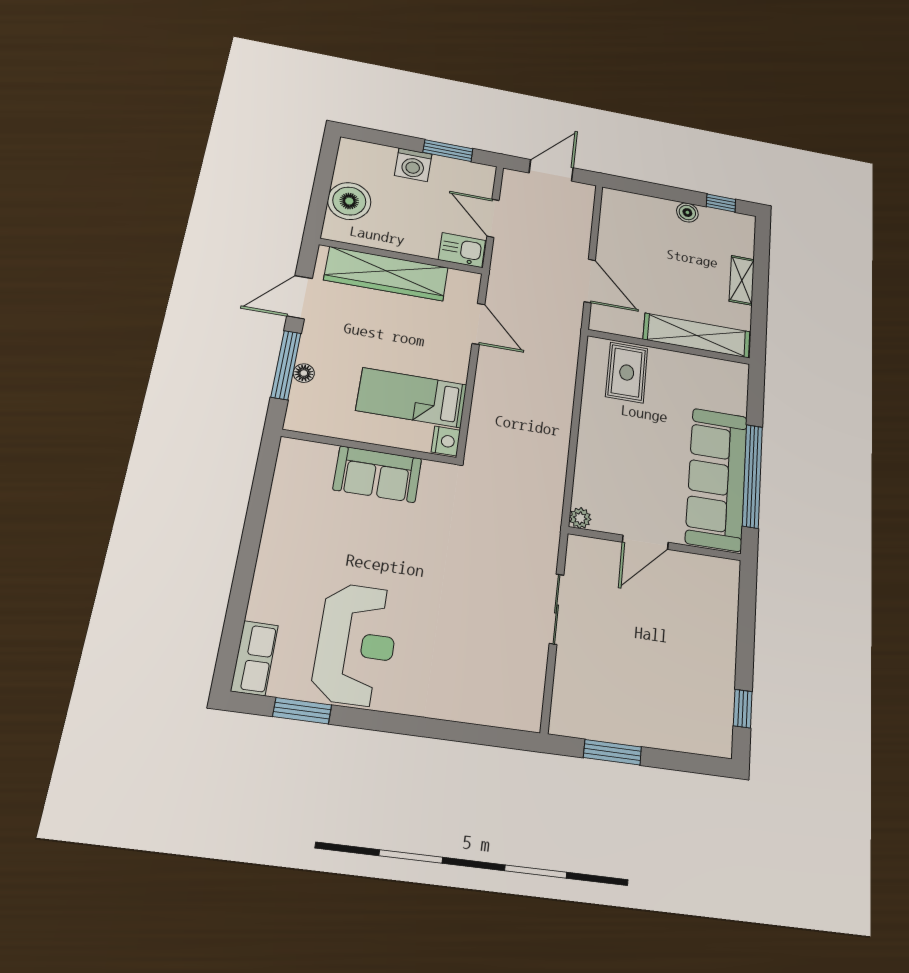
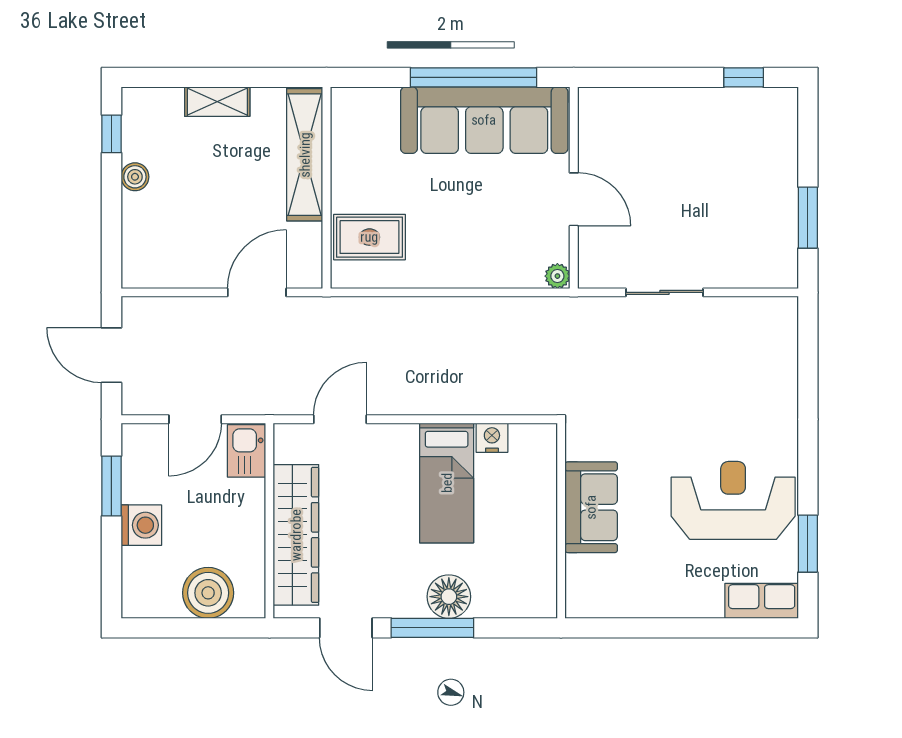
floor lamp: (304, 373) -> (449, 597), width x1.89, depth x1.89
wall: (369, 447) -> (561, 521), moved
sofa: (377, 474) -> (591, 507), moved

